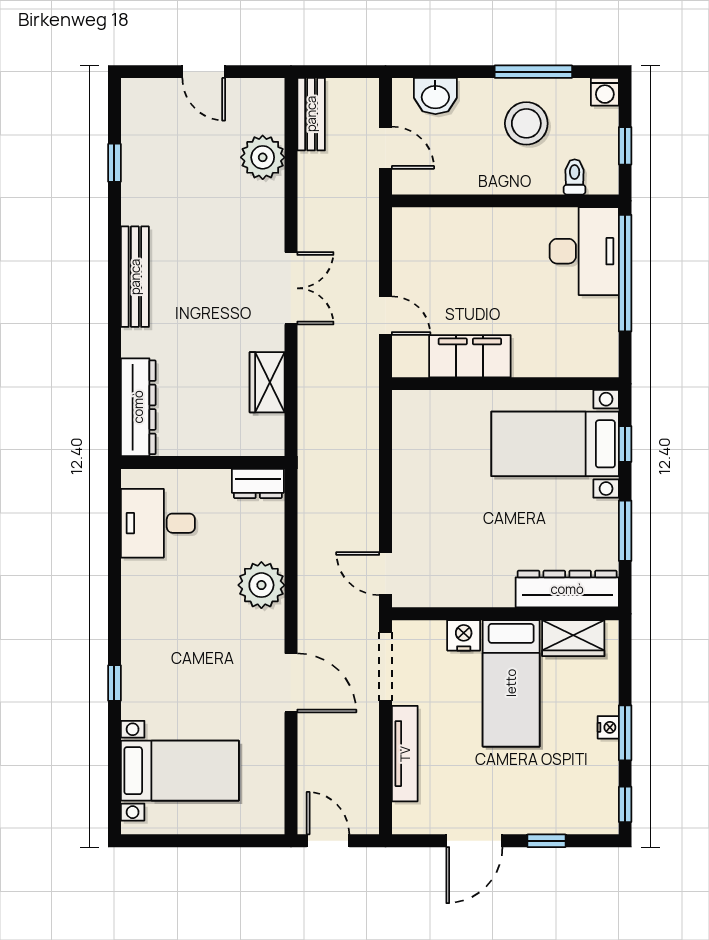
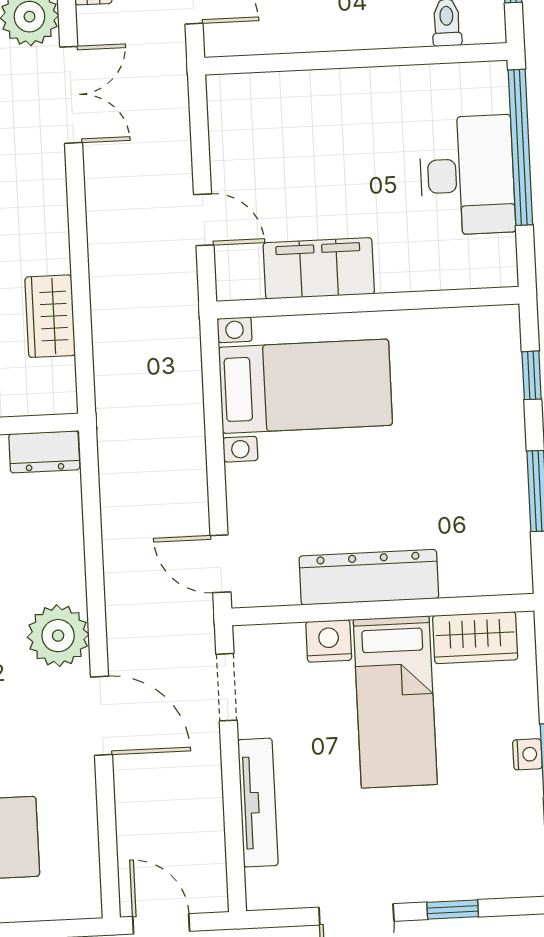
desk: (584, 251) -> (467, 175), moved
double door: (291, 288) -> (71, 95), moved
bed with nightstands: (555, 444) -> (305, 386), moved, turned 180
plant: (261, 585) -> (58, 636), moved
dresser: (567, 589) -> (369, 577), moved
doorway: (386, 666) -> (227, 687), width x0.73

